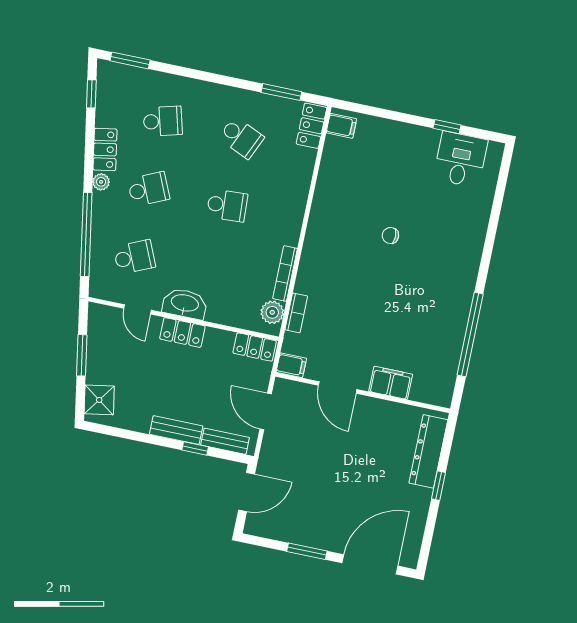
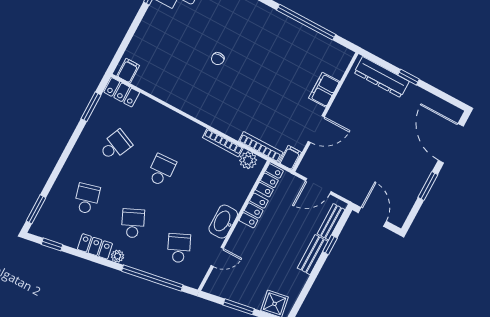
bookcase: (296, 313) -> (261, 147), width x1.56
locker: (182, 332) -> (254, 210), moved

